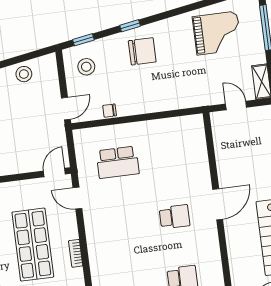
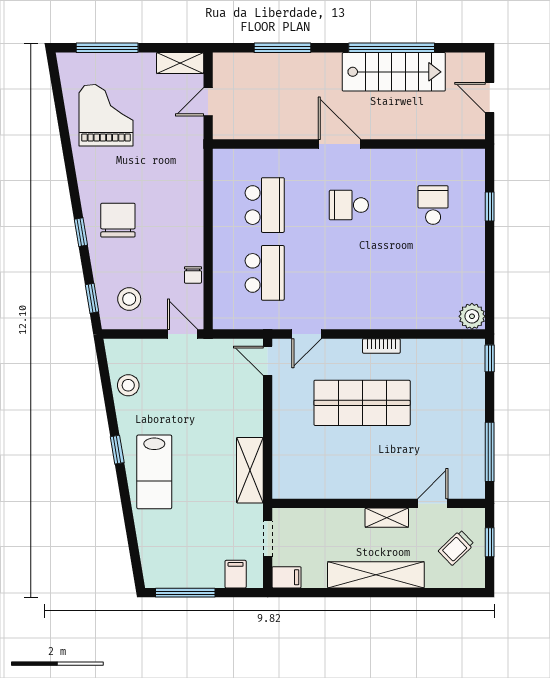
school desk: (167, 156) -> (265, 205), added
school desk: (174, 217) -> (349, 205), turned -90

